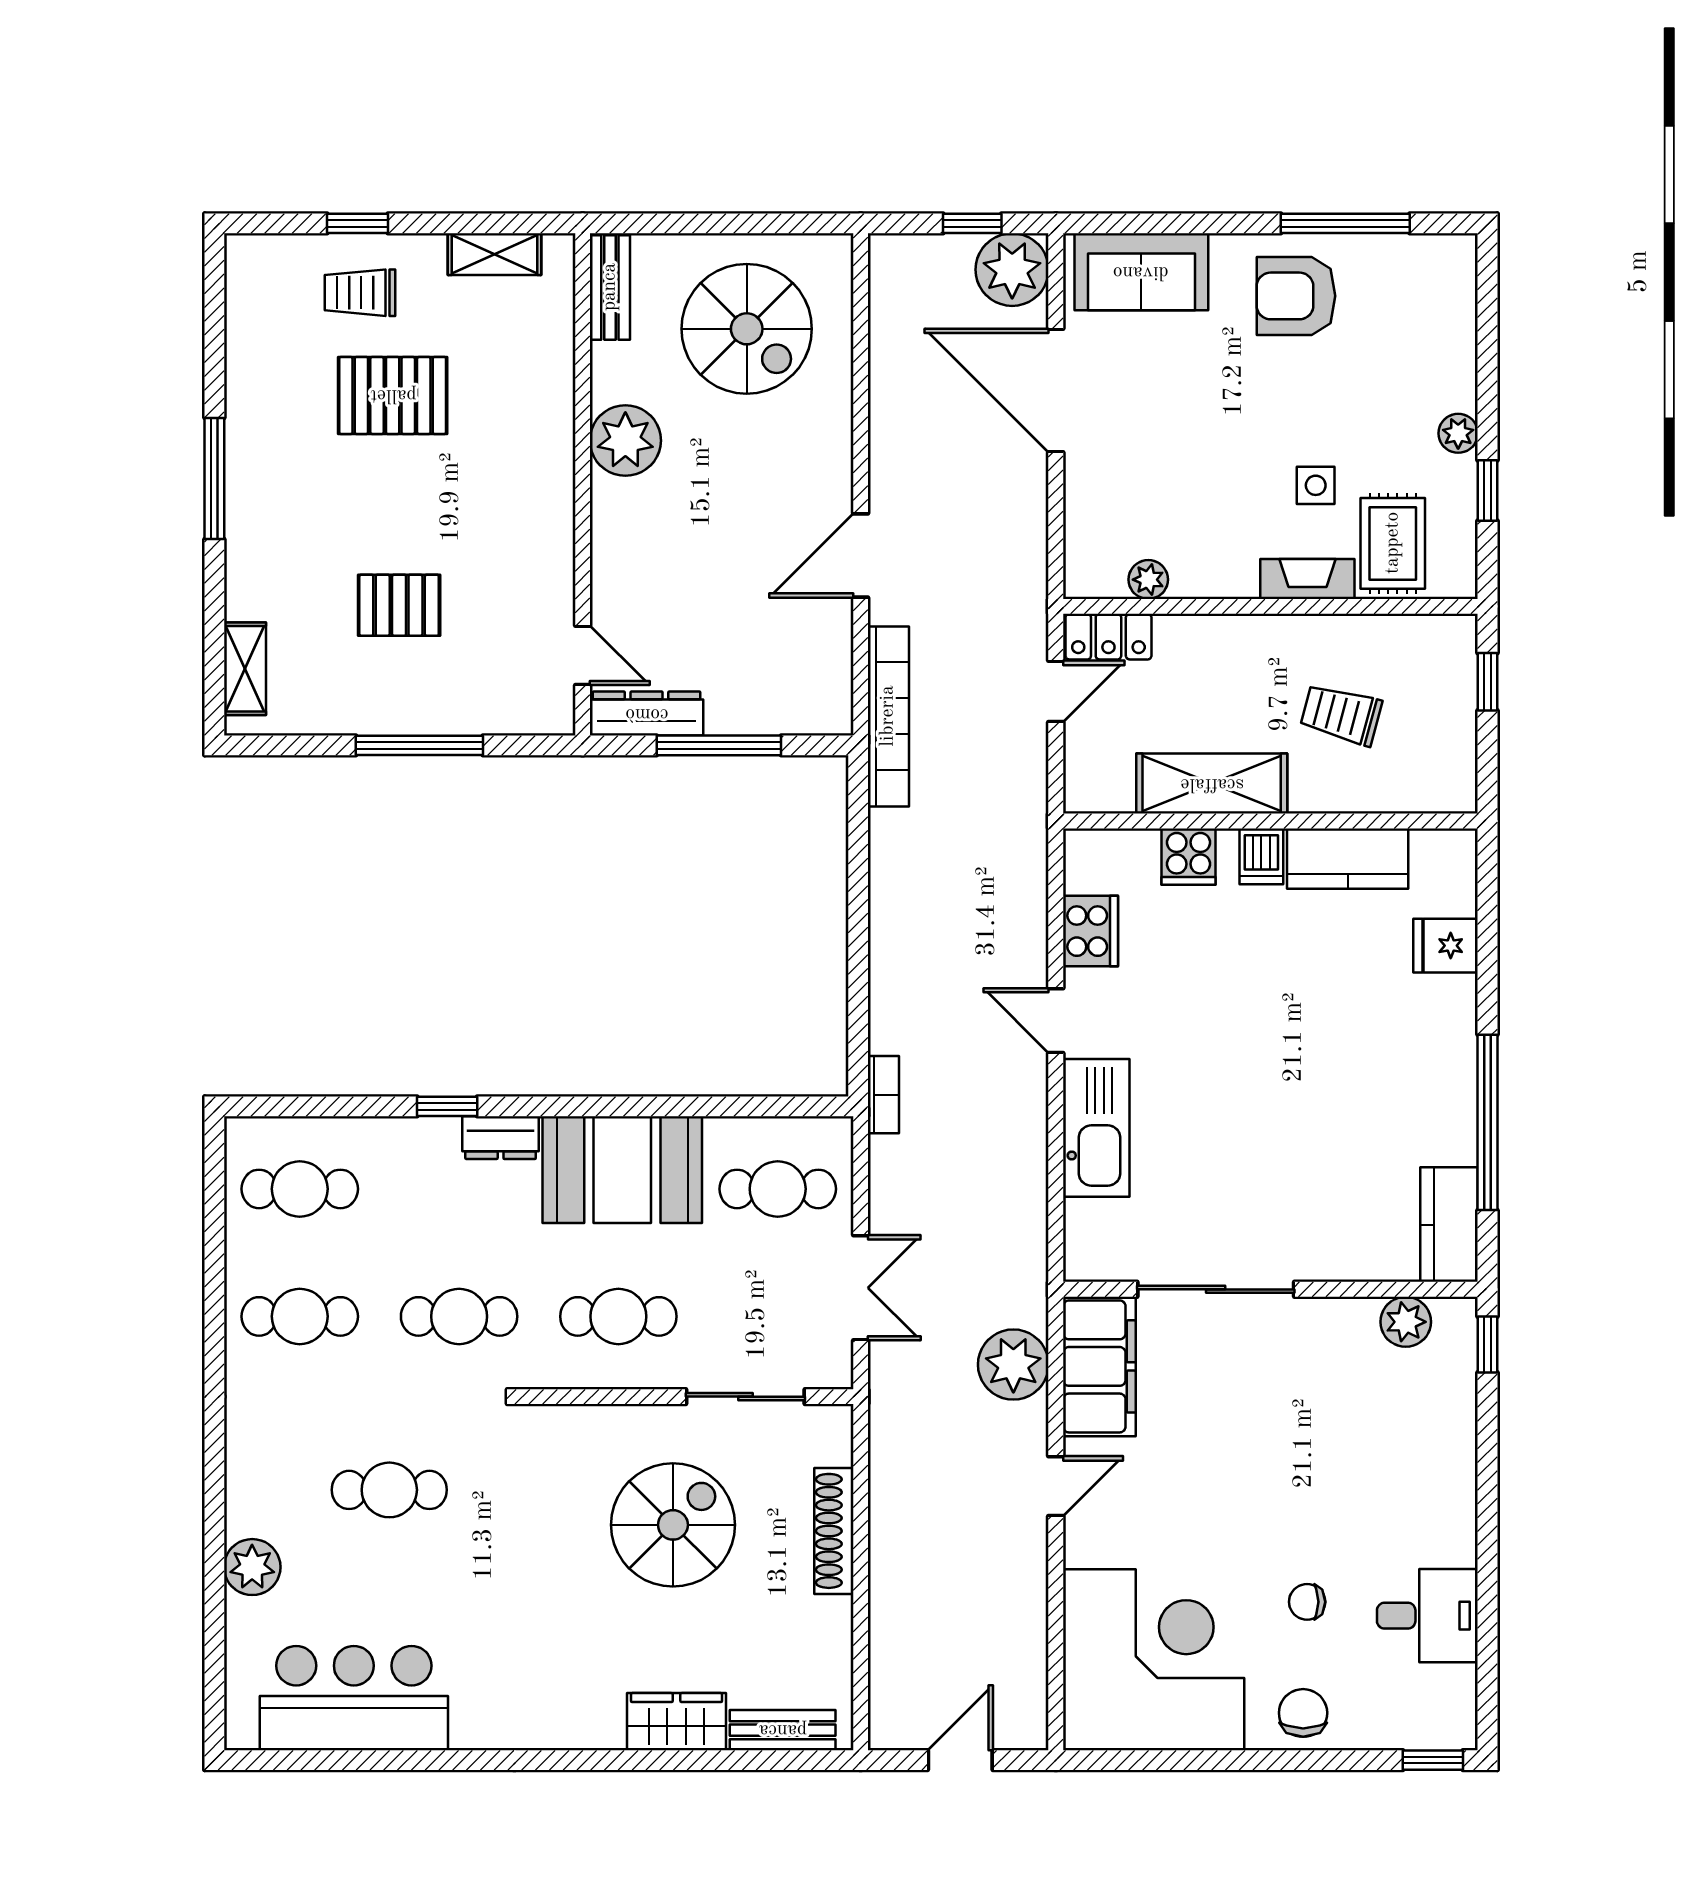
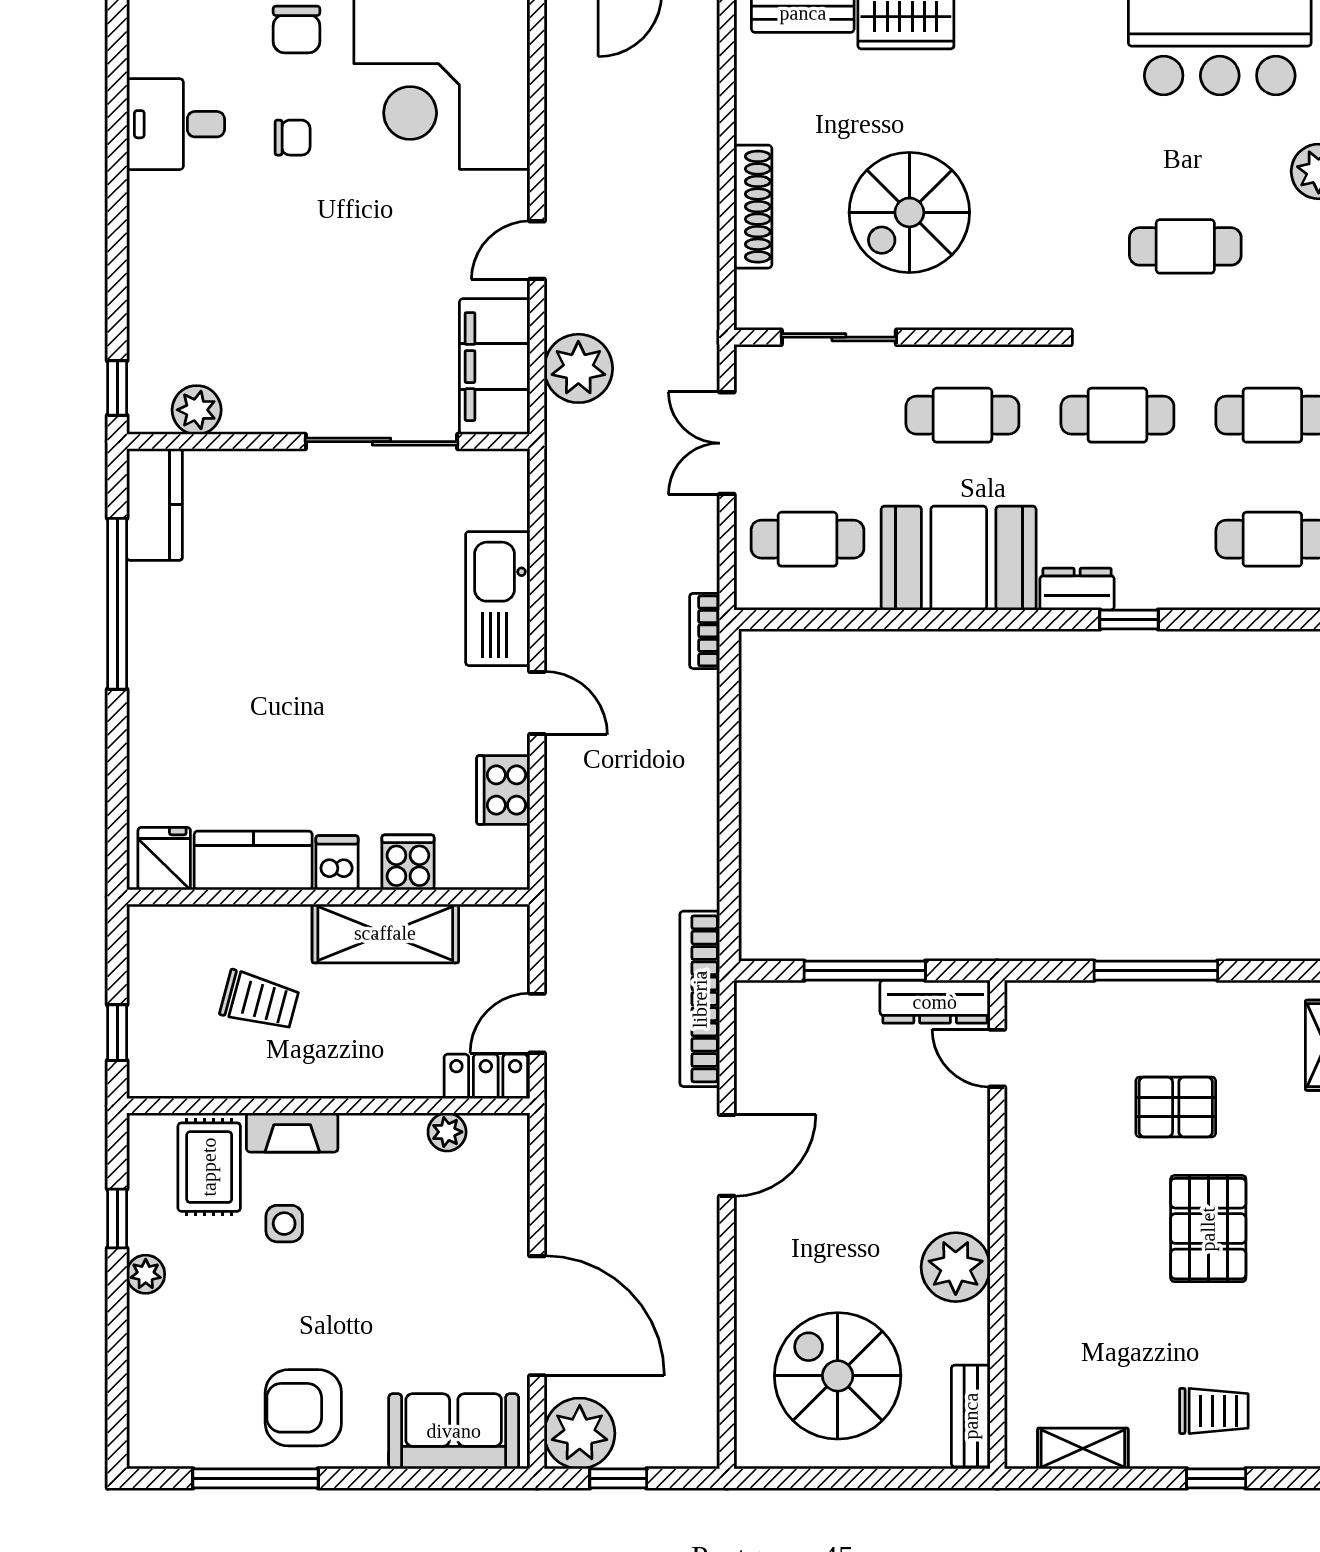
armchair: (1296, 296) -> (303, 1408), turned 180
pallet: (393, 395) -> (1208, 1229), moved, turned 90
fridge: (1446, 946) -> (164, 859), moved, turned -90

